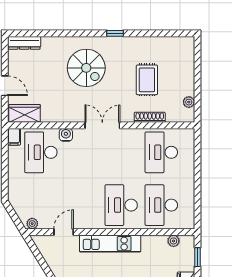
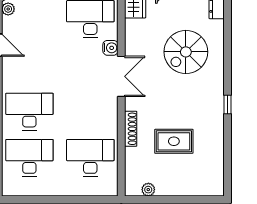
spiral stairs: (86, 68) -> (186, 52), moved
shoe rack: (150, 117) -> (131, 129), moved
double door: (102, 125) -> (121, 76), moved

